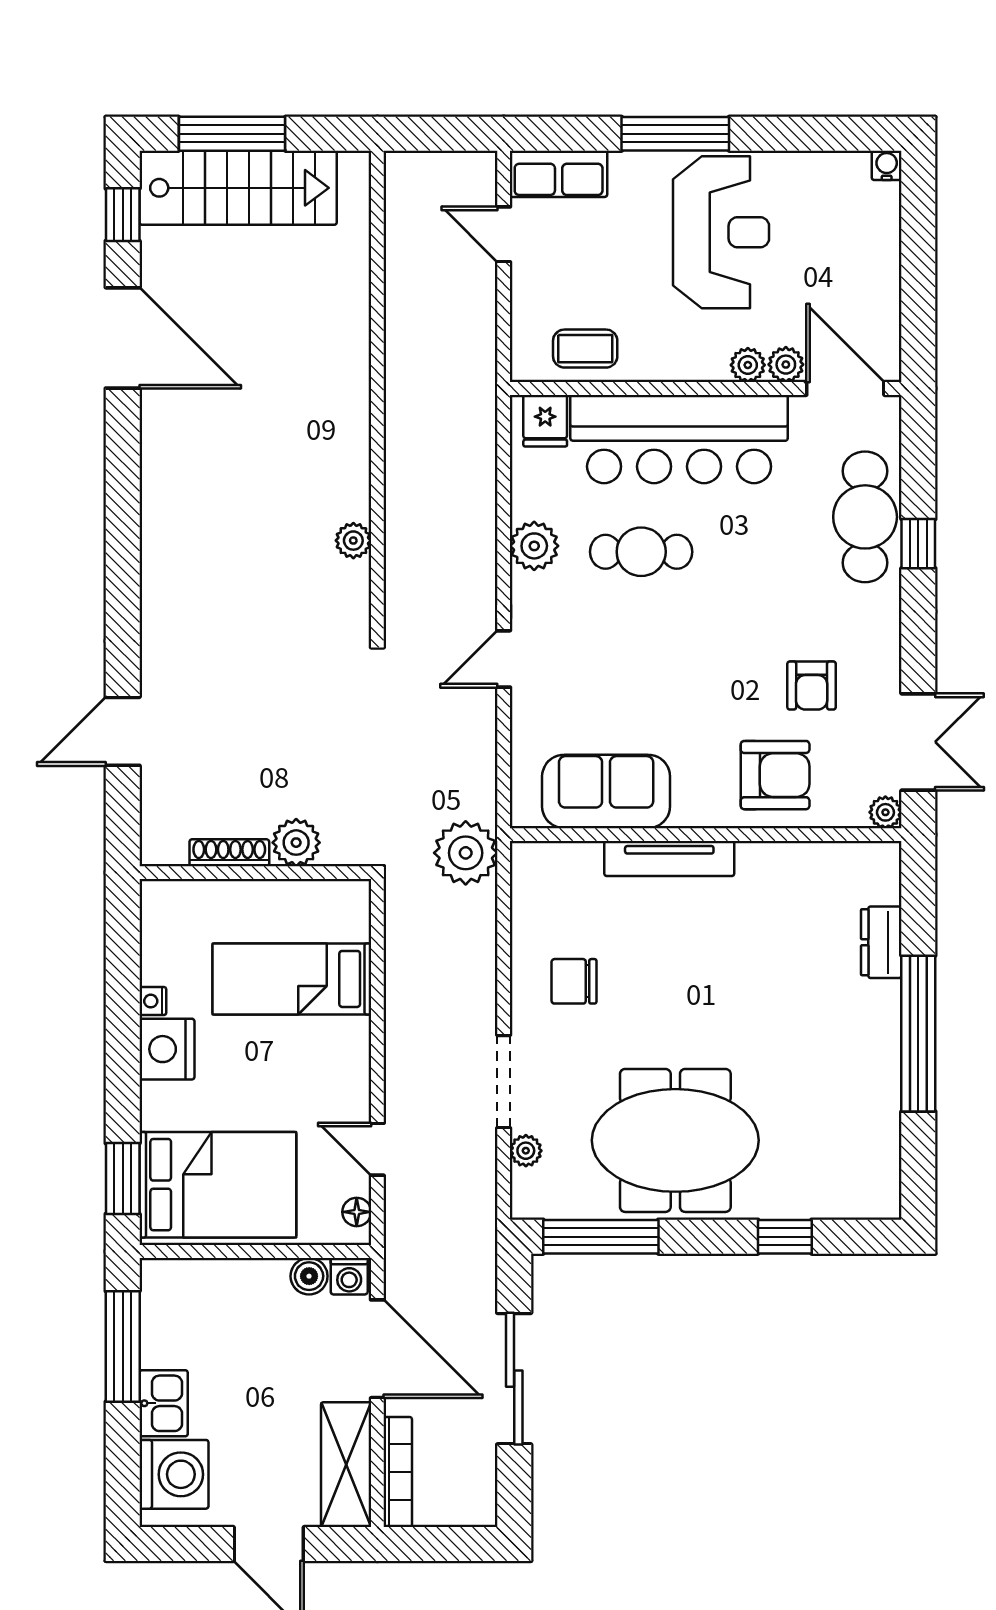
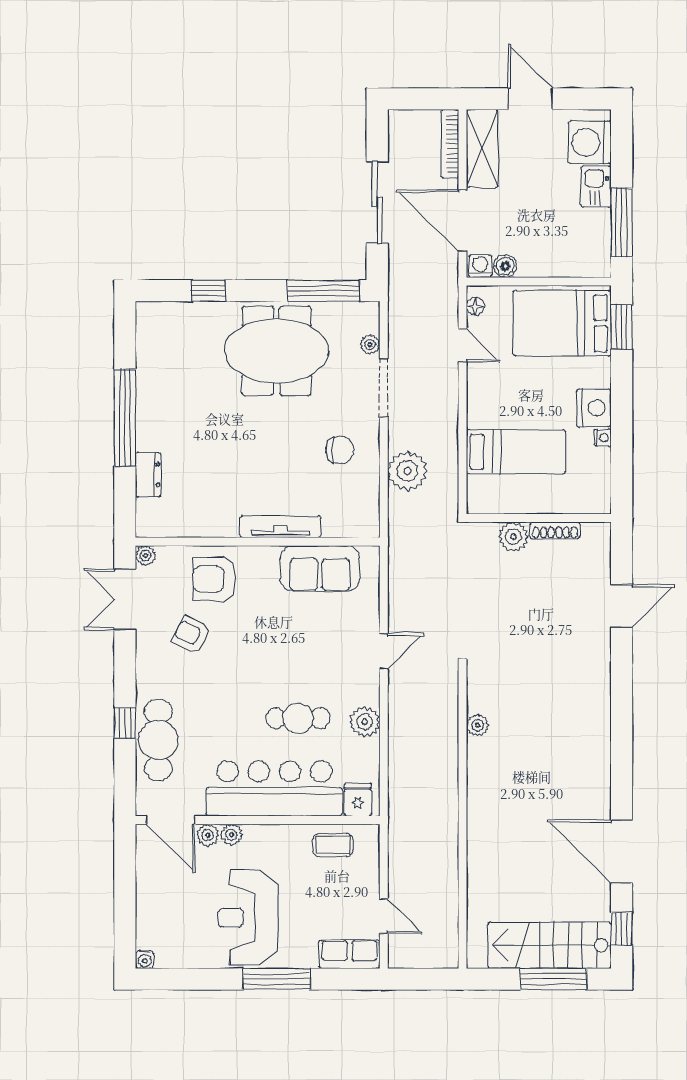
armchair: (812, 686) -> (192, 635), turned -64
plant: (466, 853) -> (407, 471), moved

